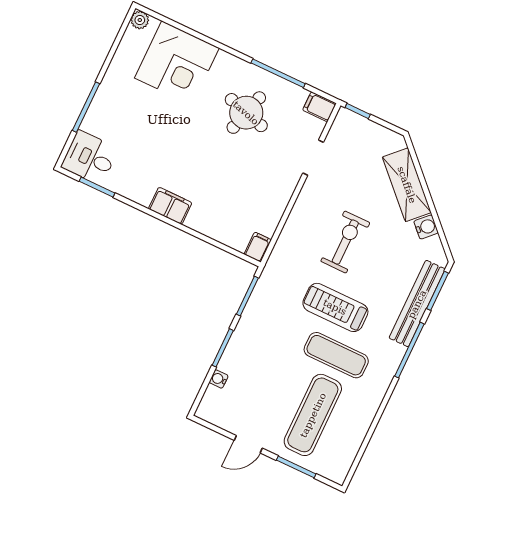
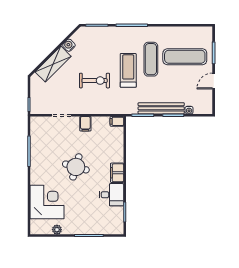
plant: (140, 20) -> (57, 230), moved
filing cabinet: (319, 107) -> (85, 124), moved
round table: (246, 113) -> (76, 167), moved
desk: (90, 158) -> (111, 195), moved, turned -90
exercise bike: (345, 242) -> (95, 81), turned 180
bench: (417, 304) -> (161, 108), moved
treadmill: (335, 307) -> (128, 70), turned 180
door: (248, 444) -> (214, 81), swing flipped

